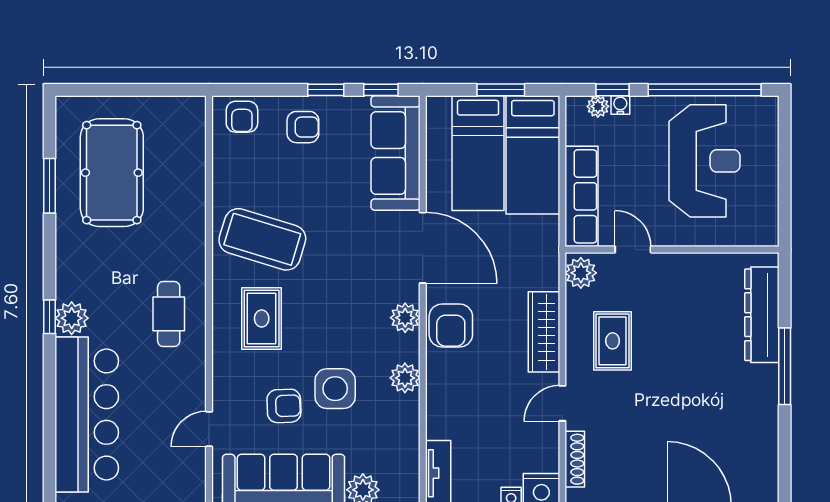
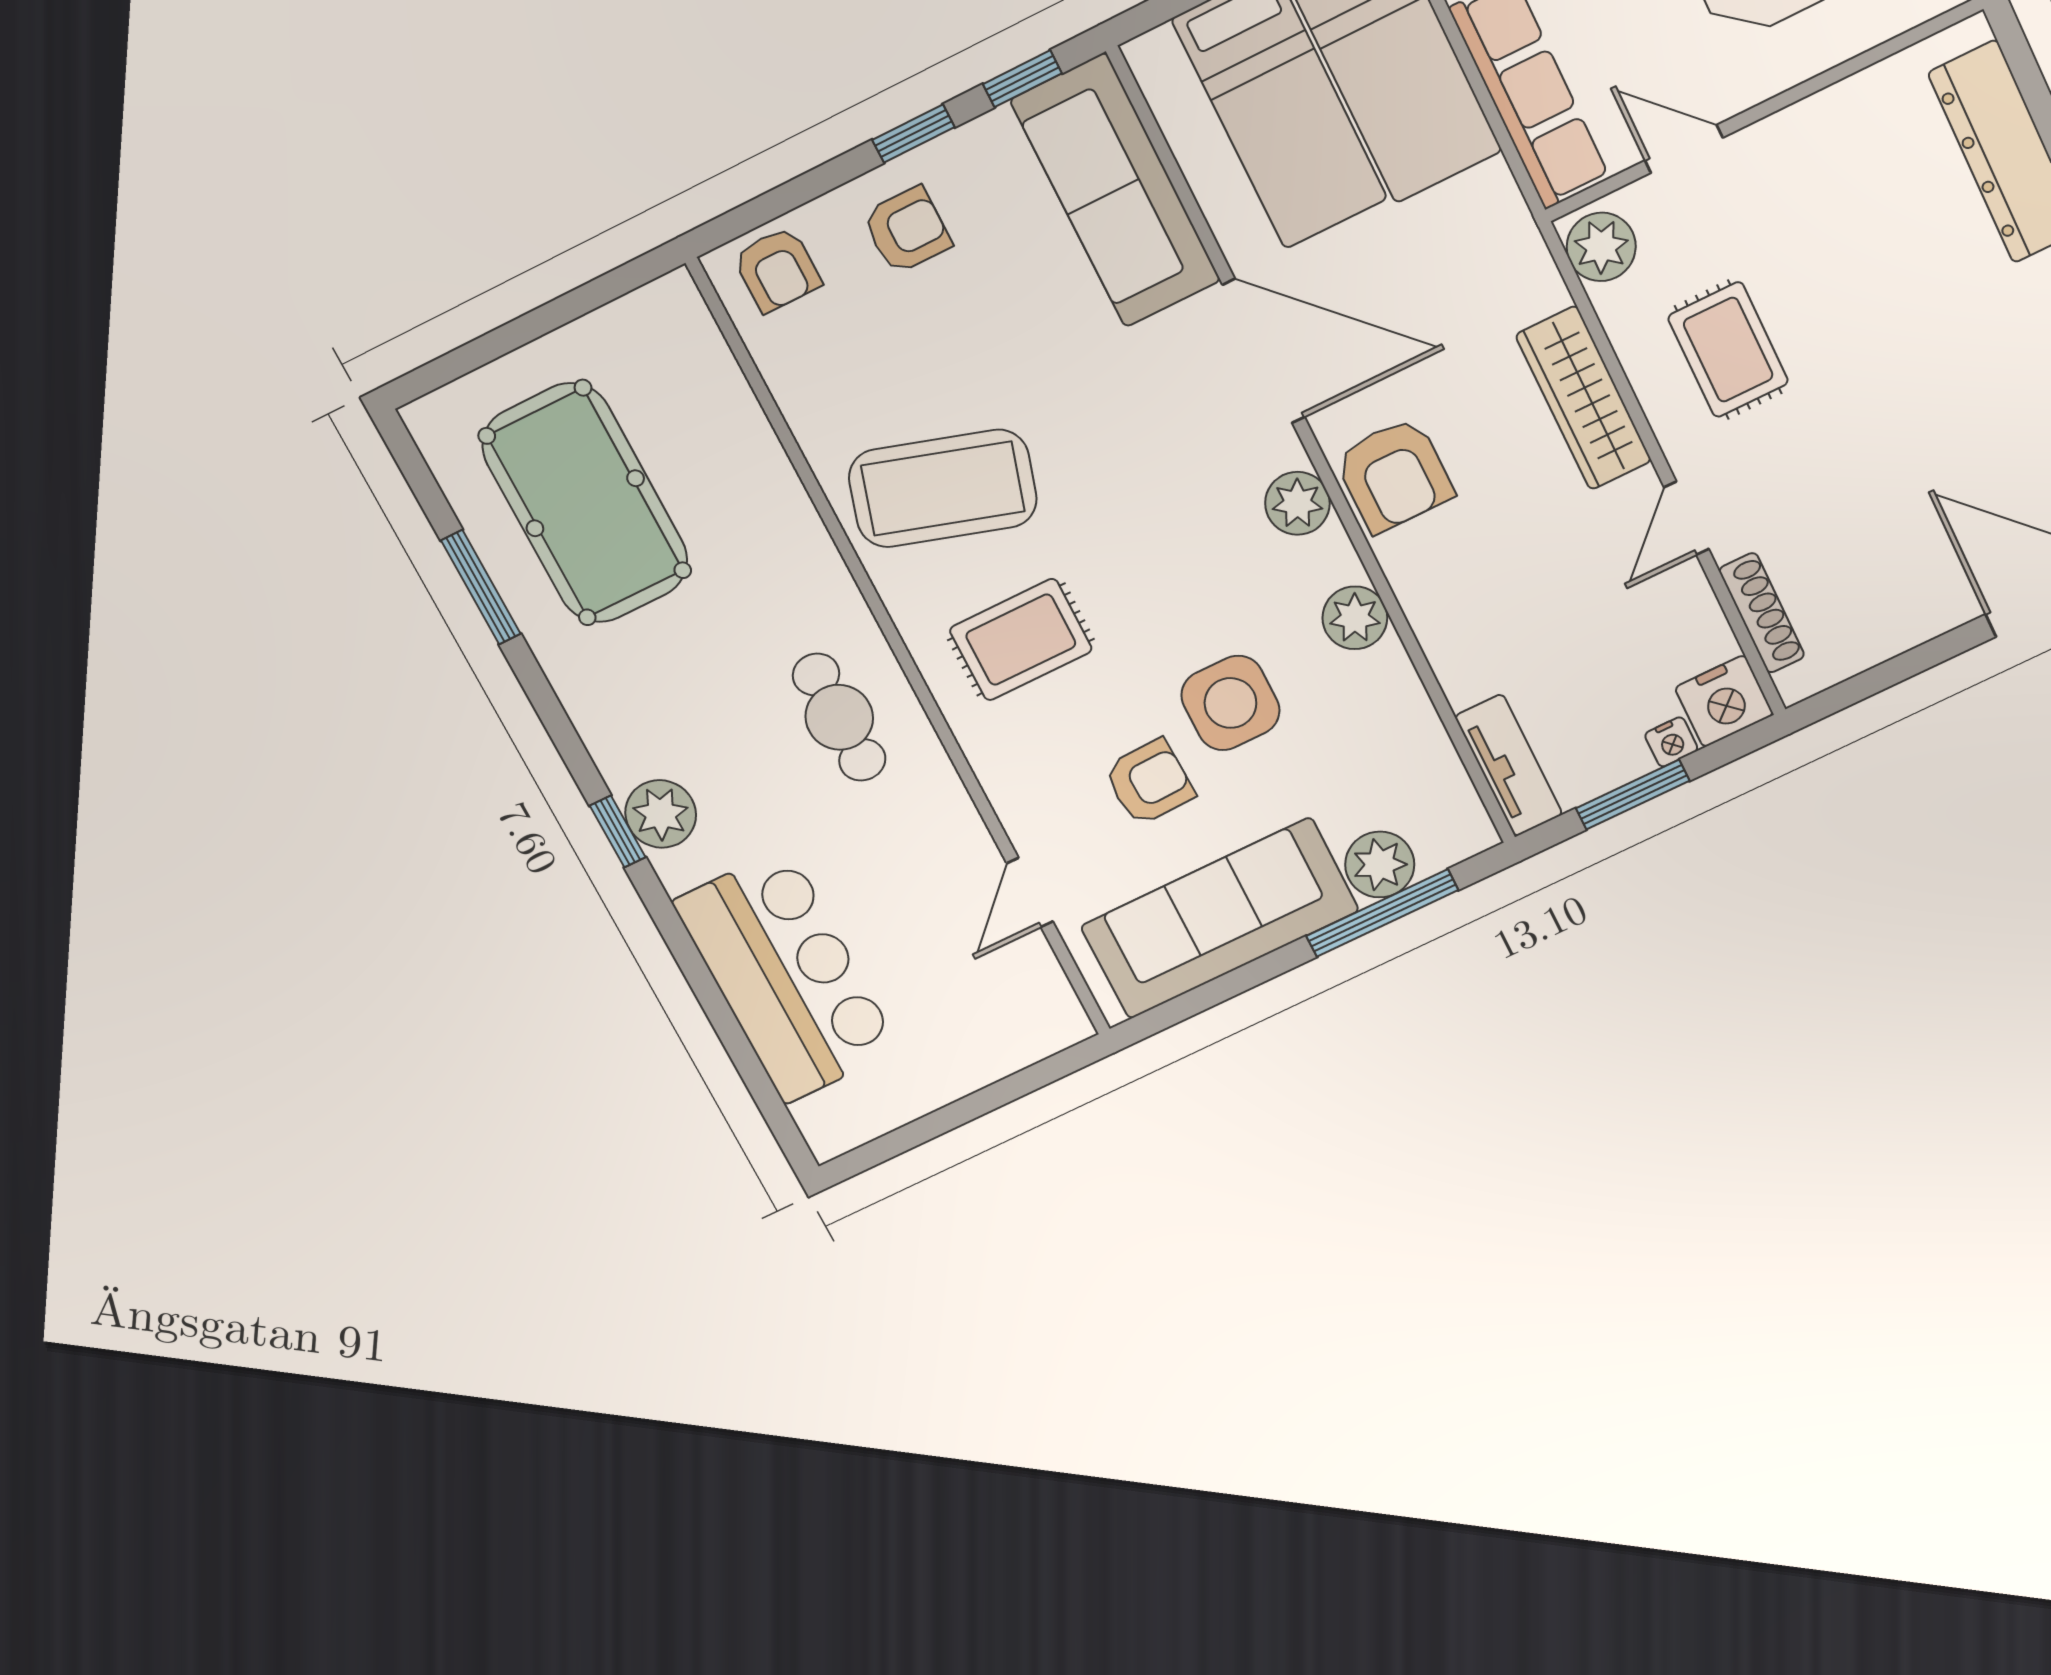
rug: (262, 319) -> (1021, 640), turned 90
bar counter: (87, 415) -> (786, 976), width x0.73

